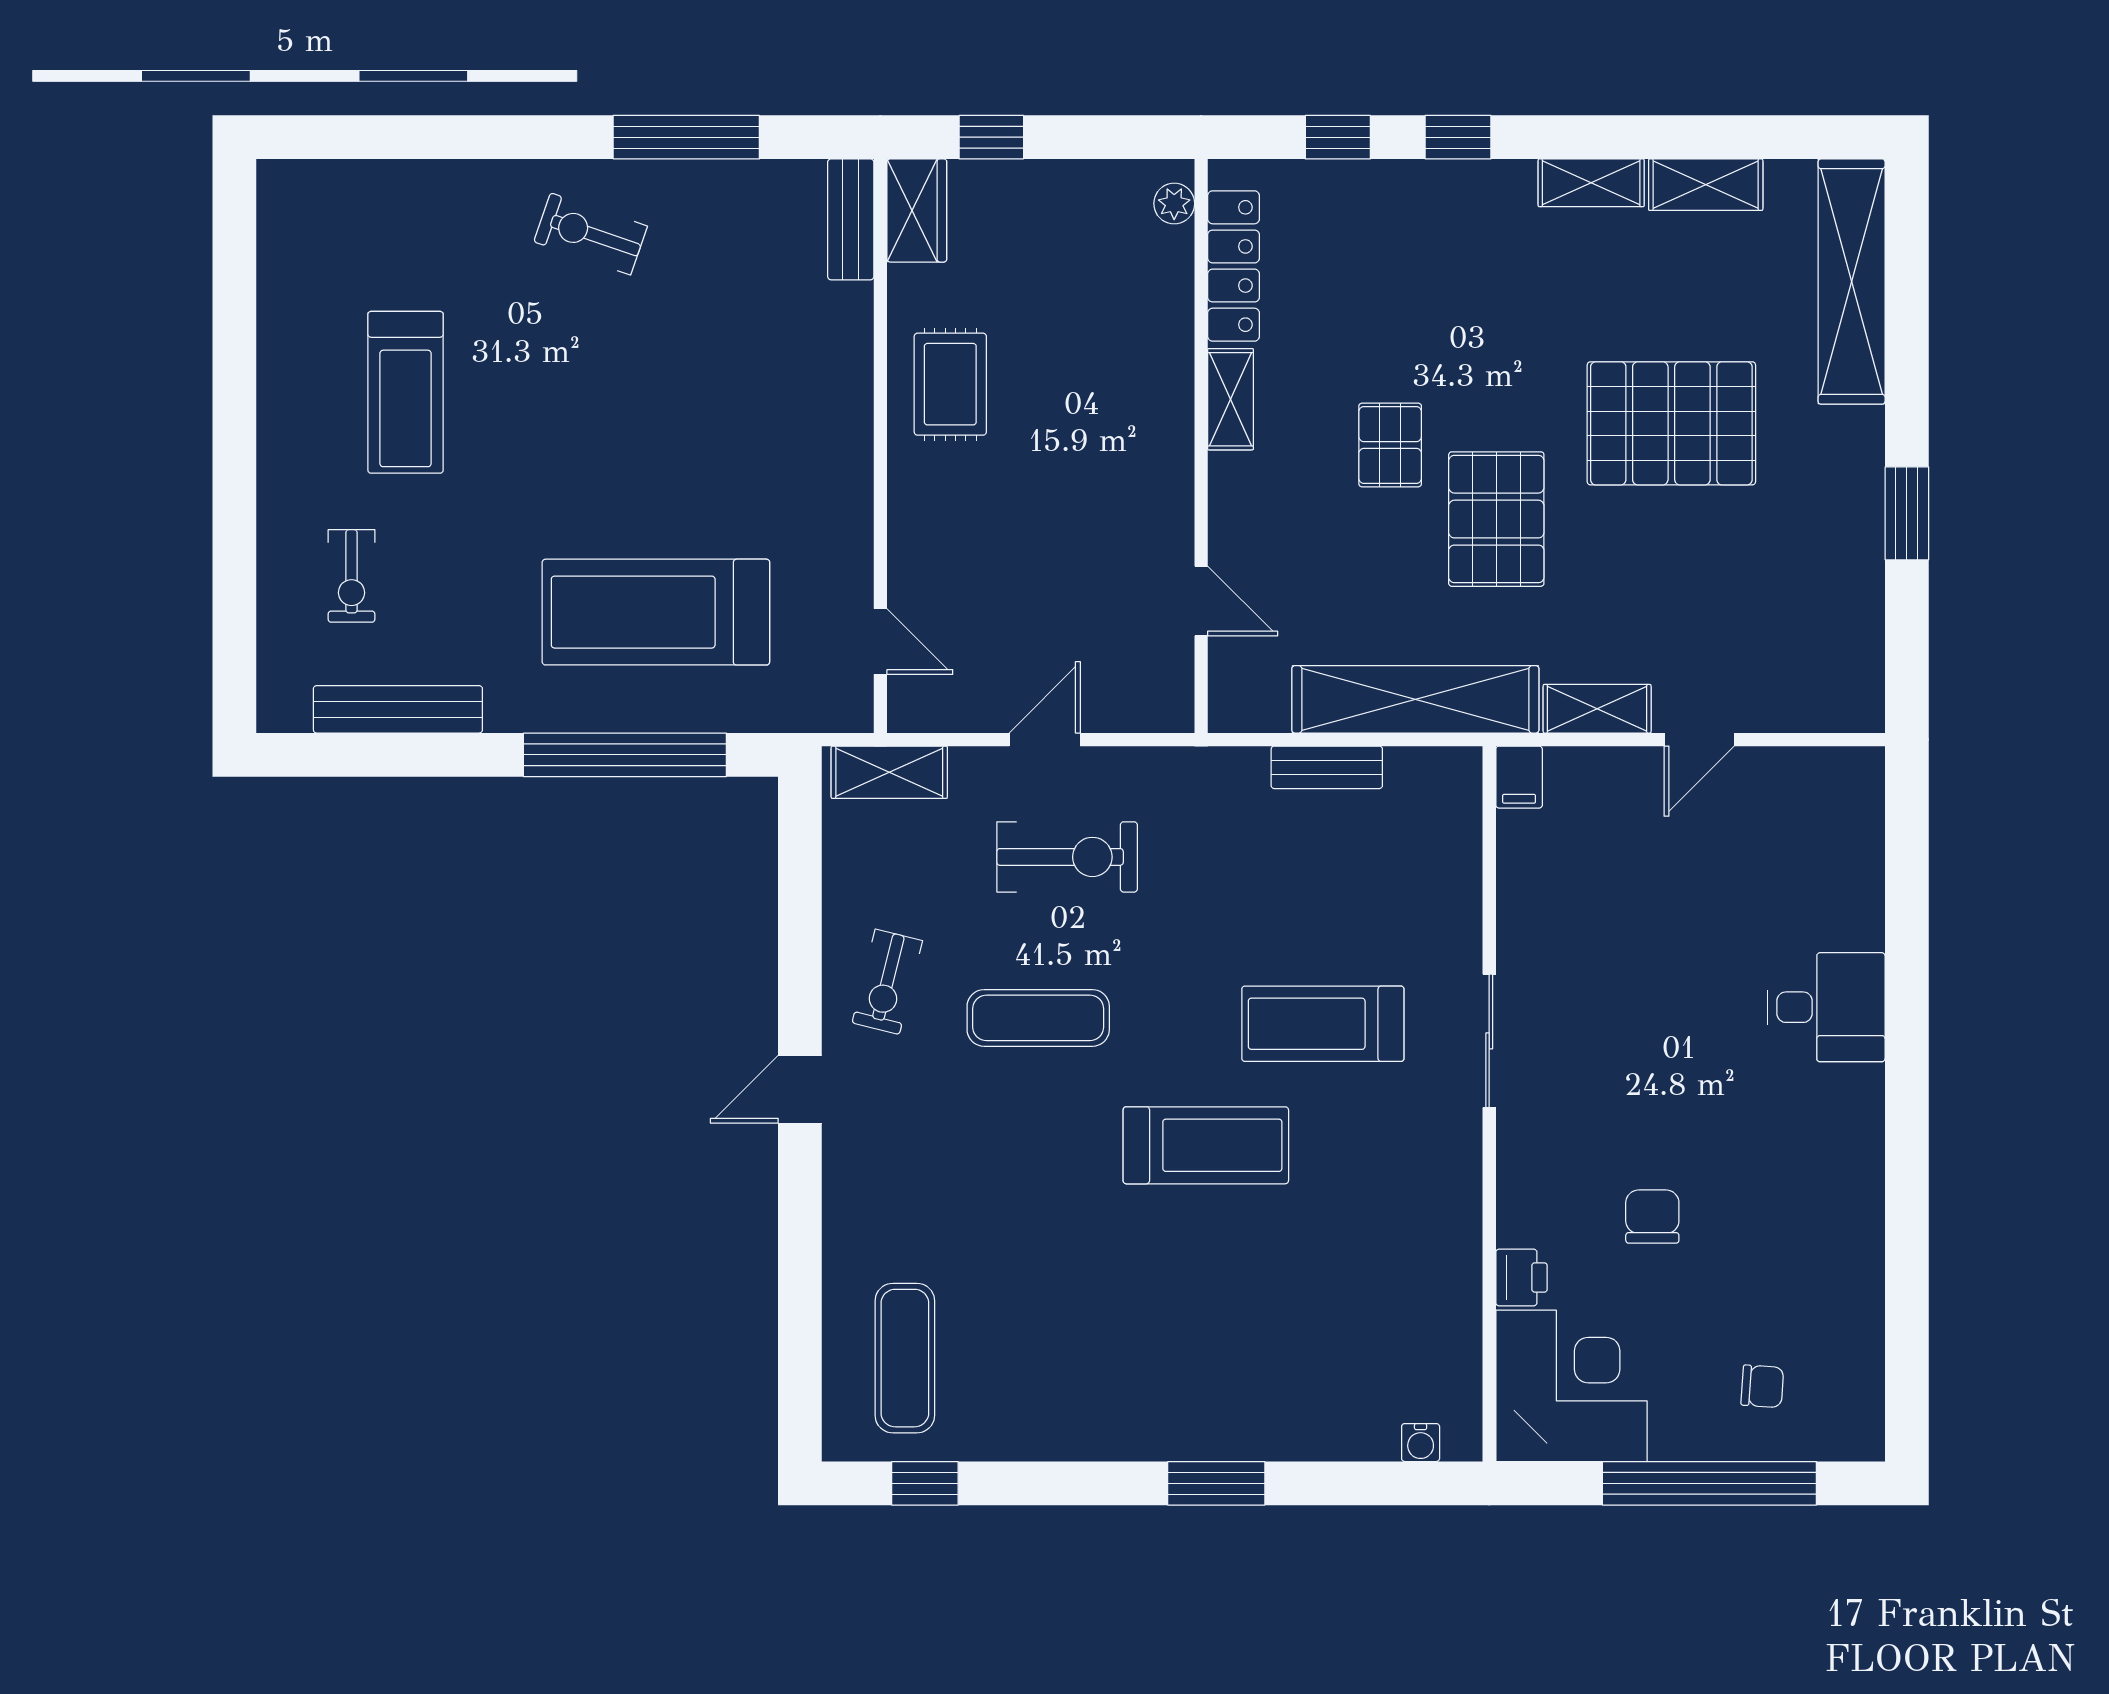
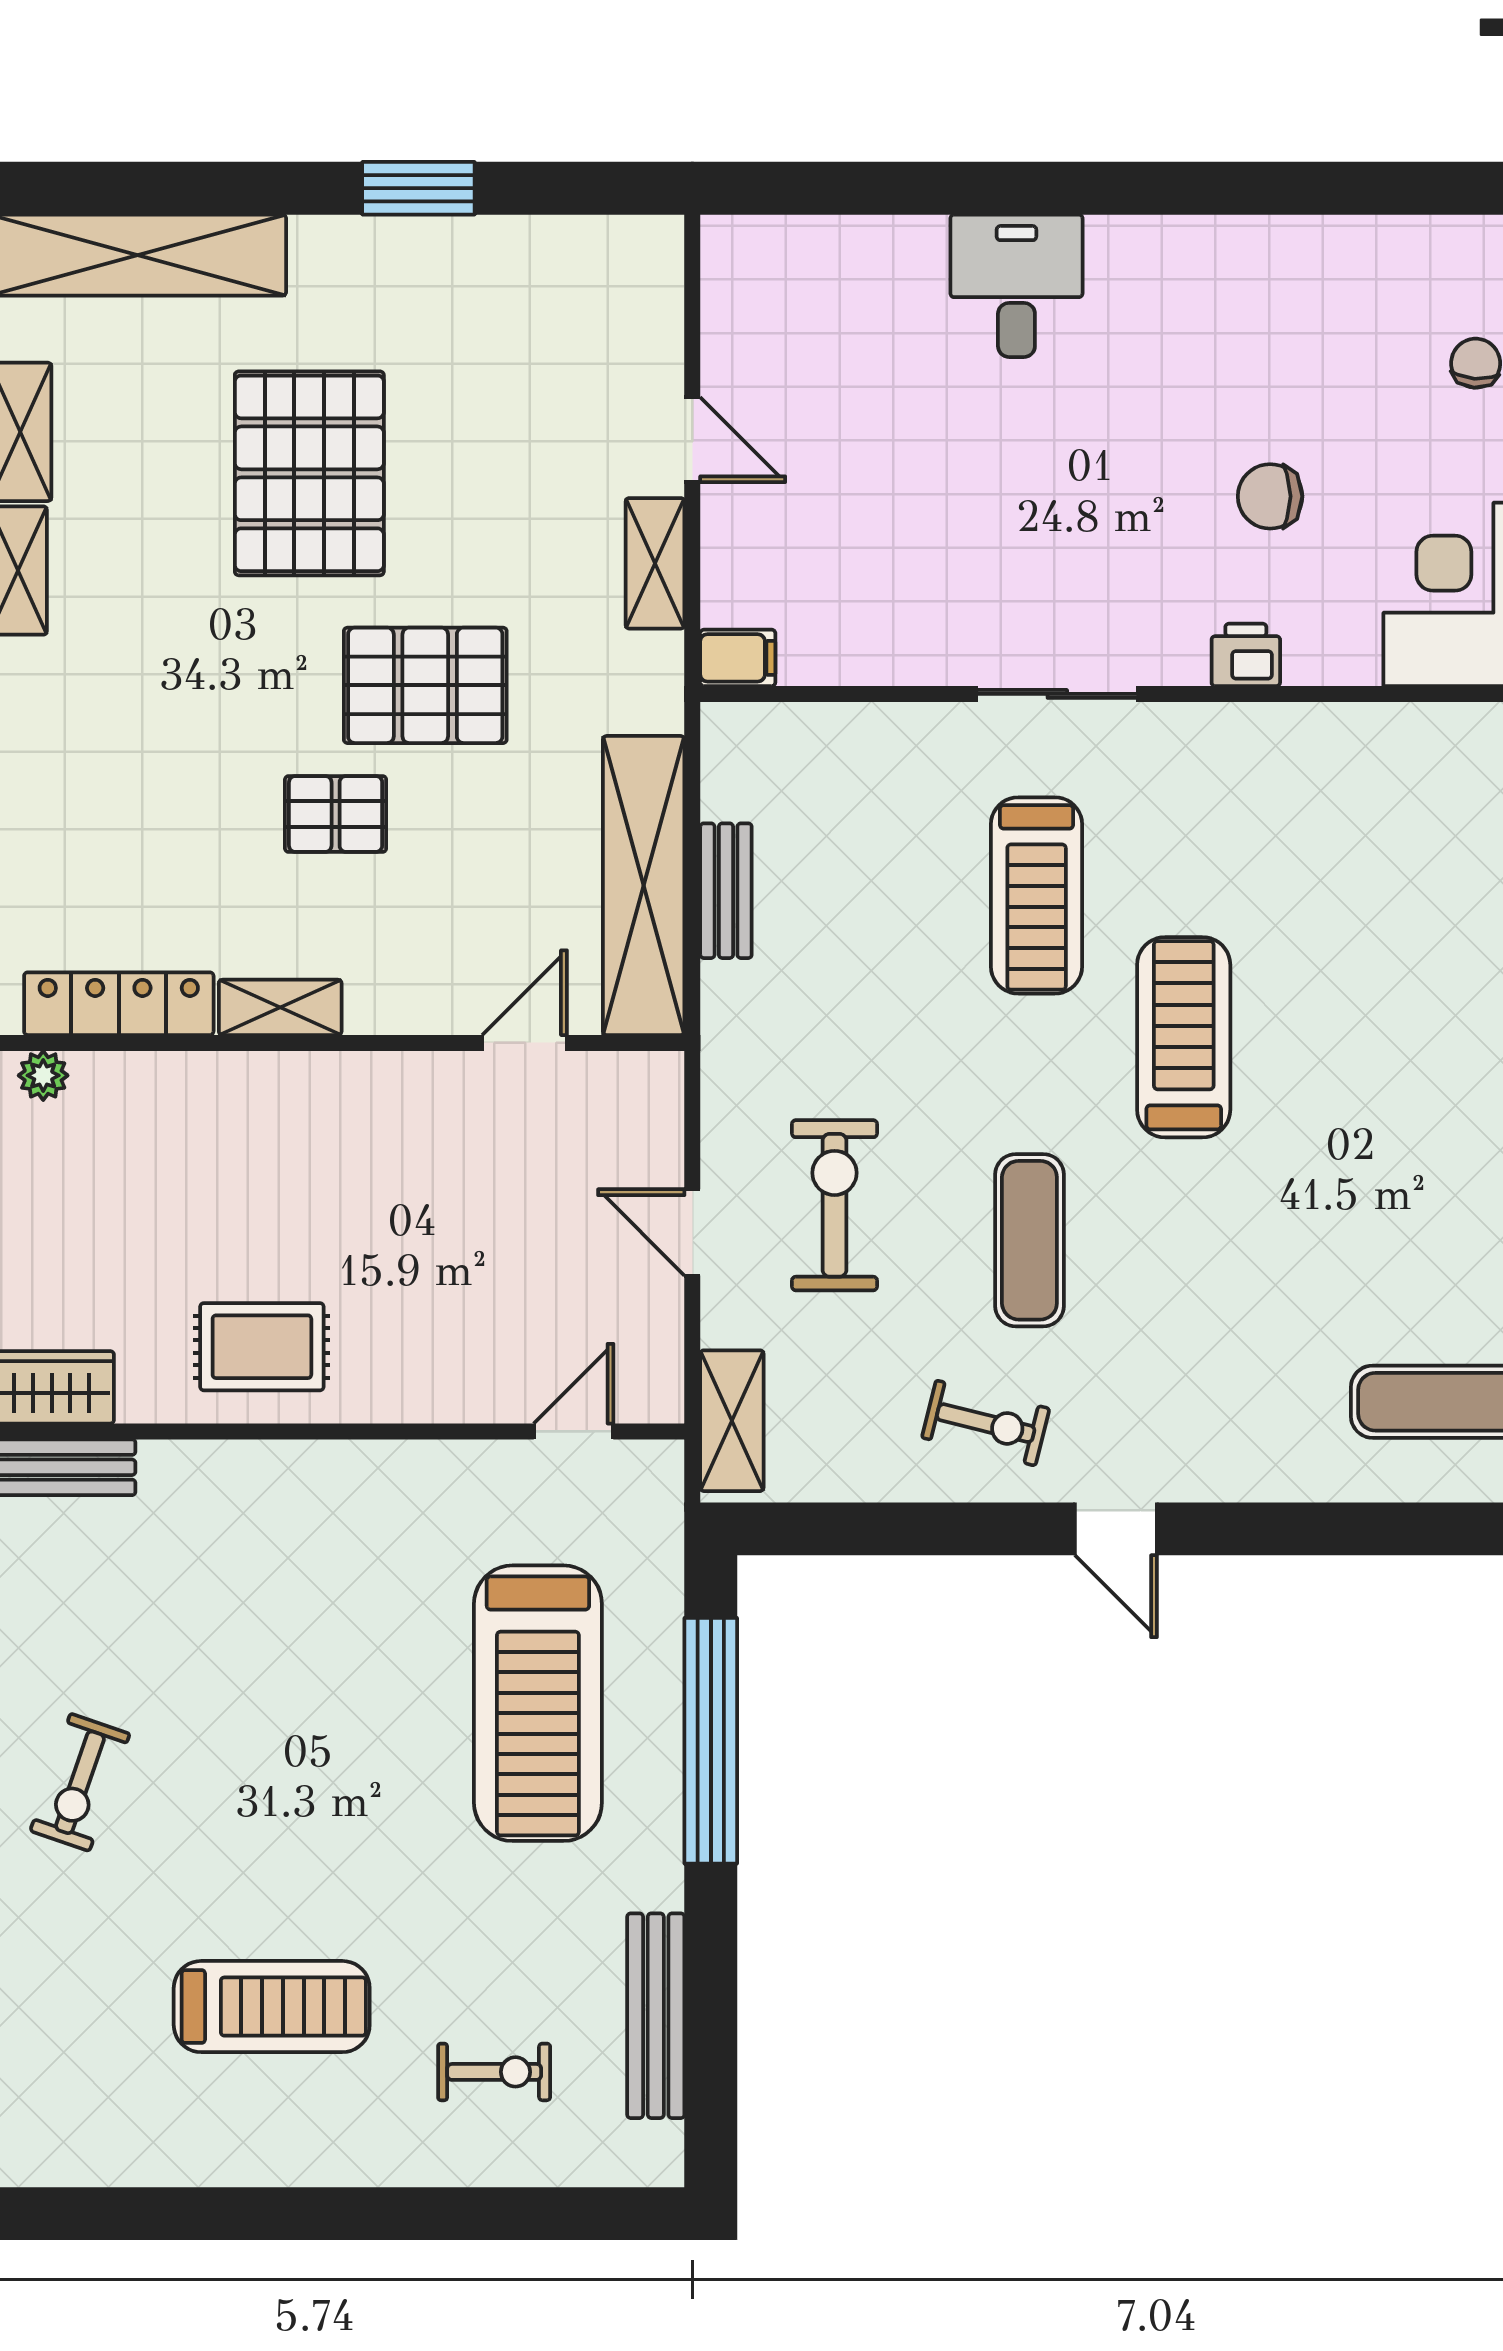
shelving: (1415, 699) -> (644, 885), moved
printer: (1522, 1277) -> (1246, 655), moved

